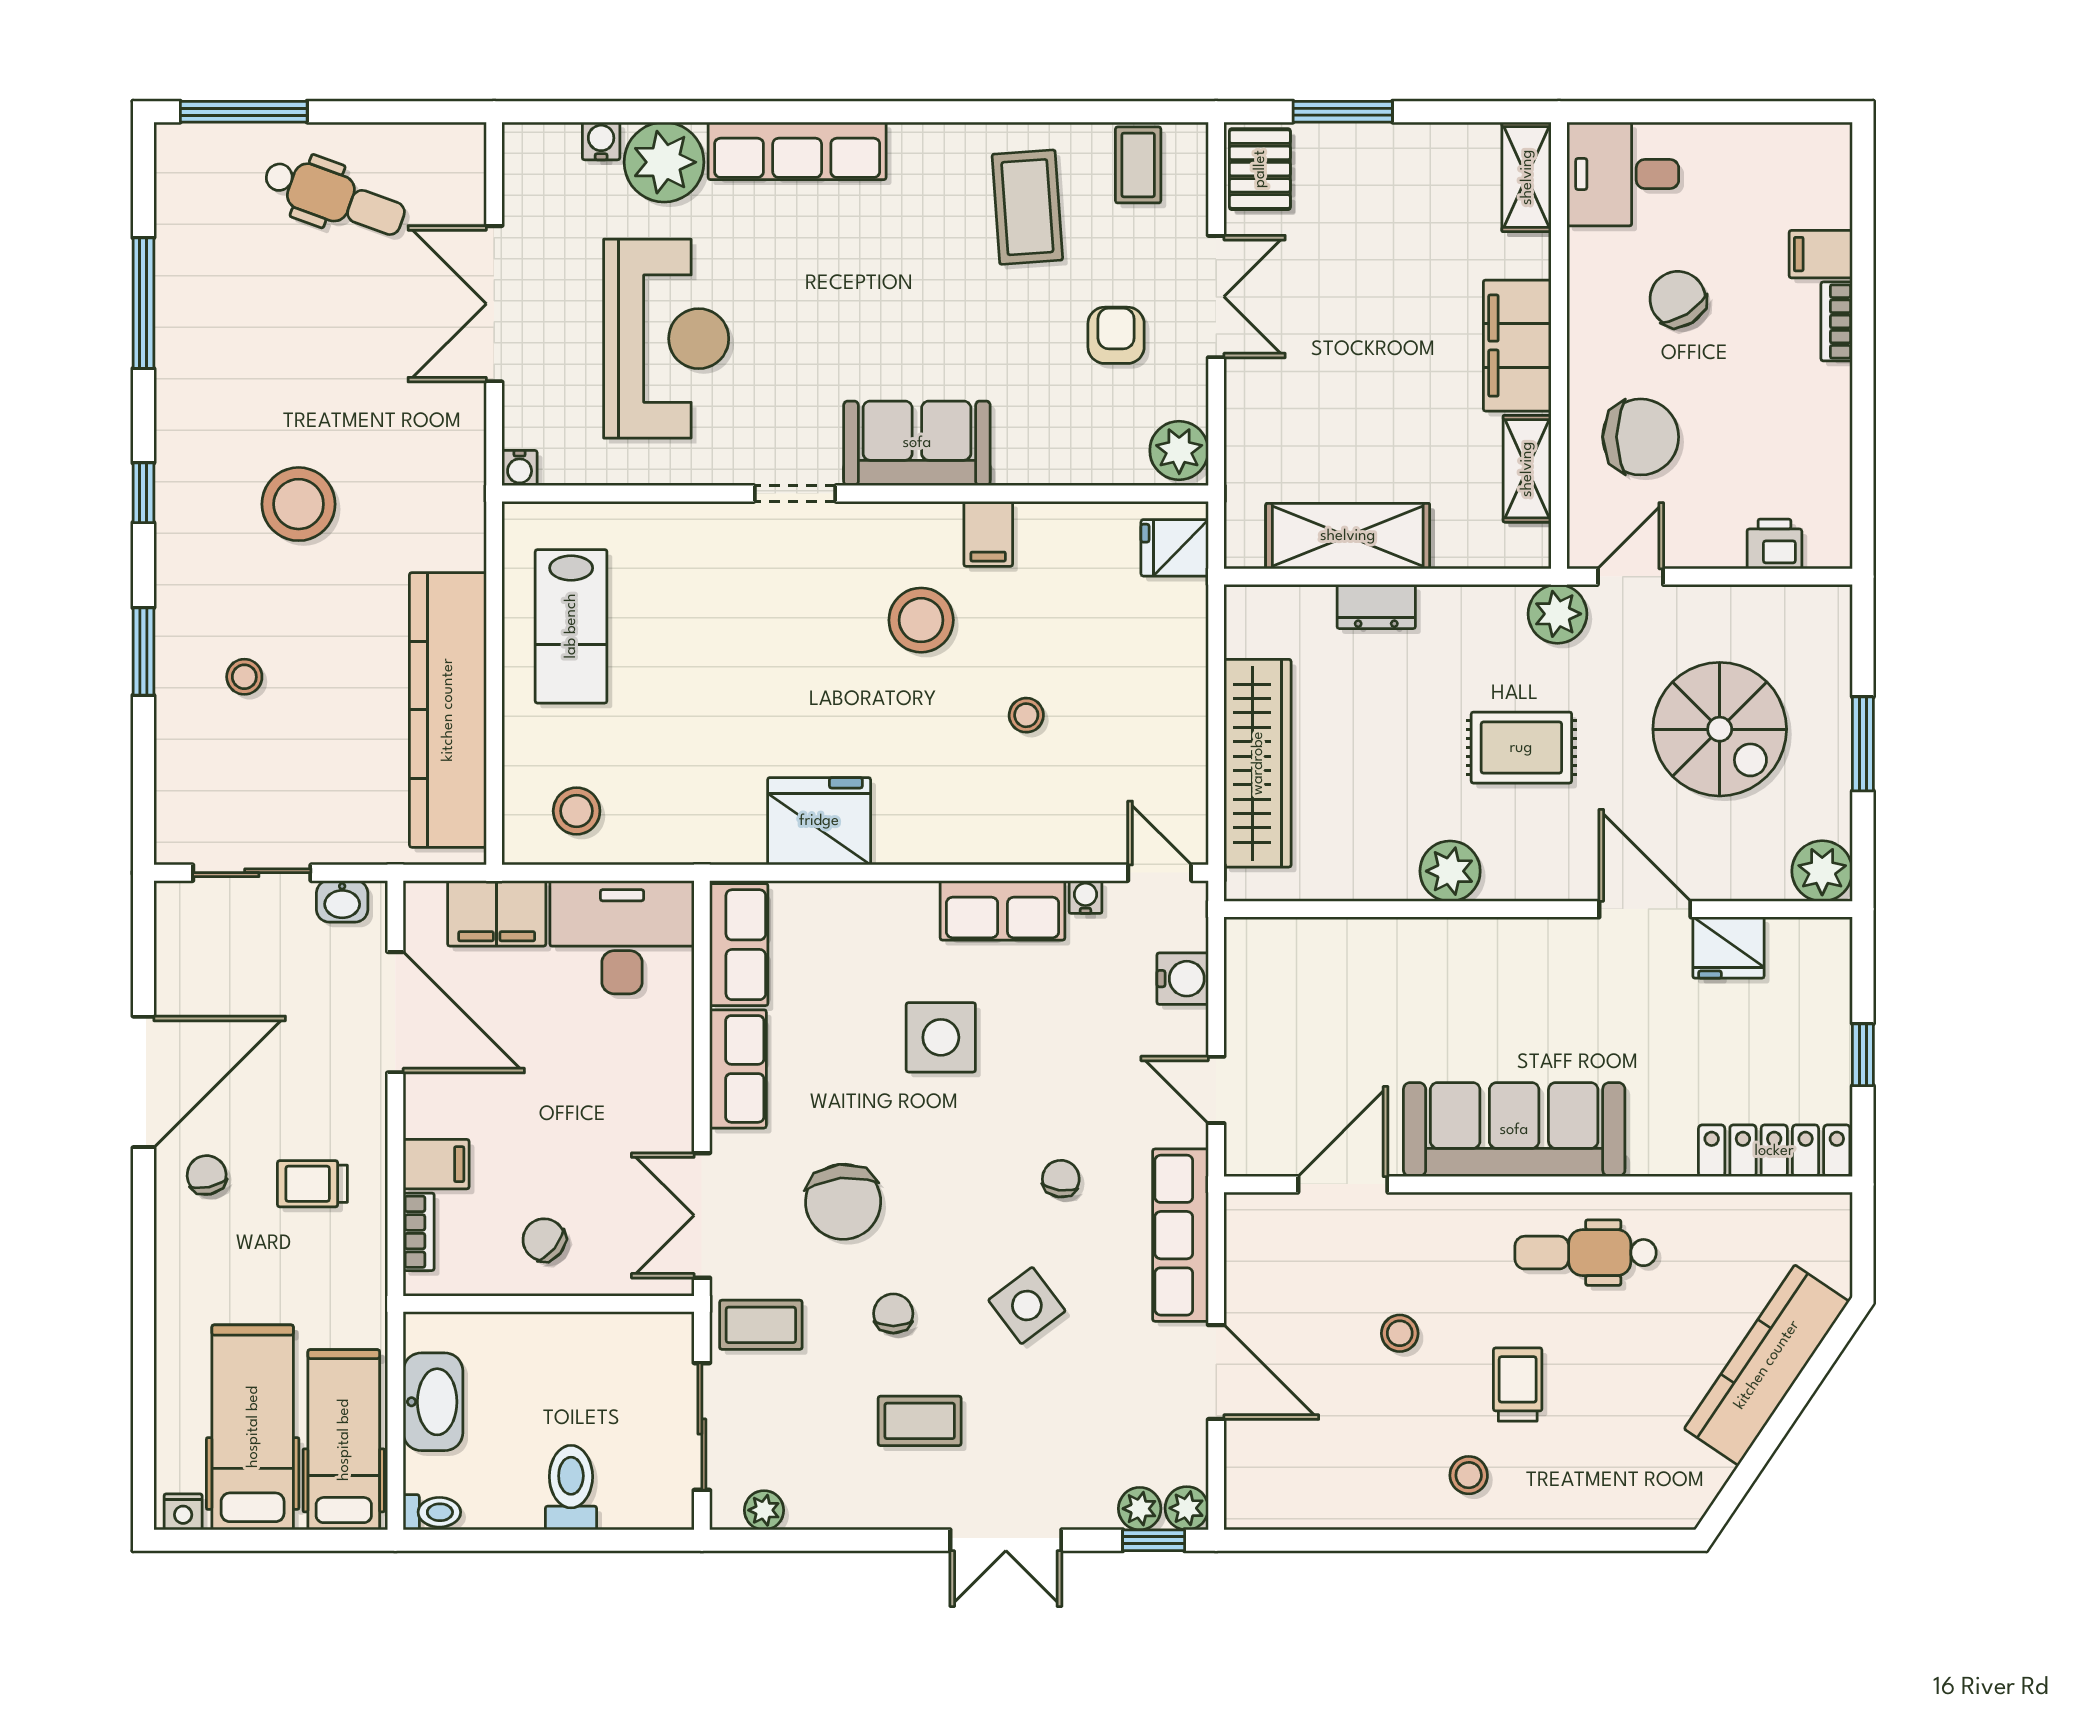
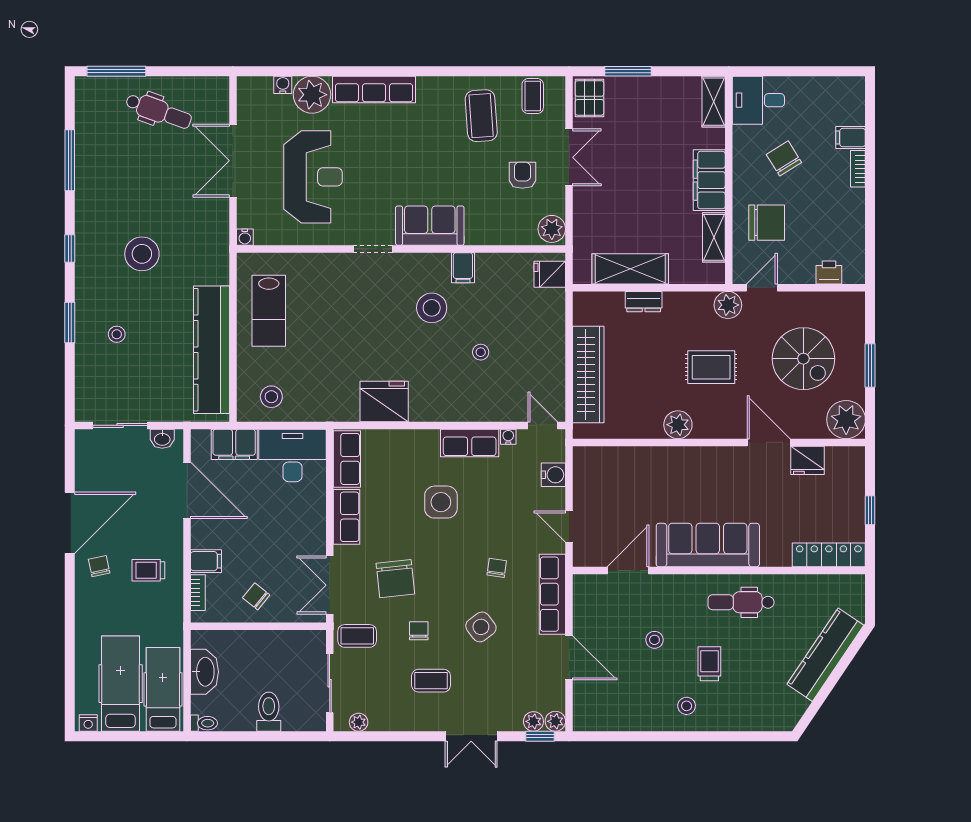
plant: (1822, 871) -> (846, 420), width x1.36, depth x1.36

